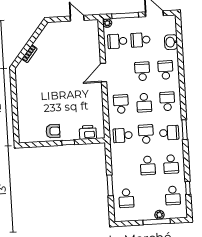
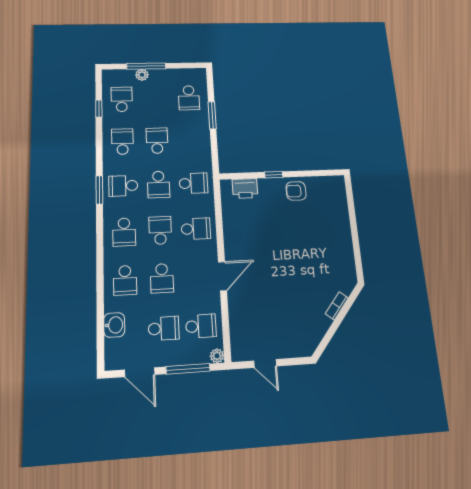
school desk: (121, 104) -> (196, 229), turned -90
school desk: (126, 198) -> (189, 98), turned 180

